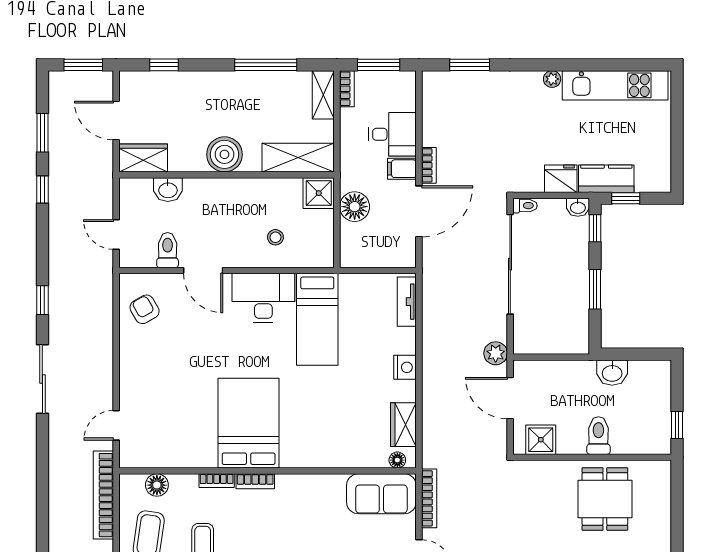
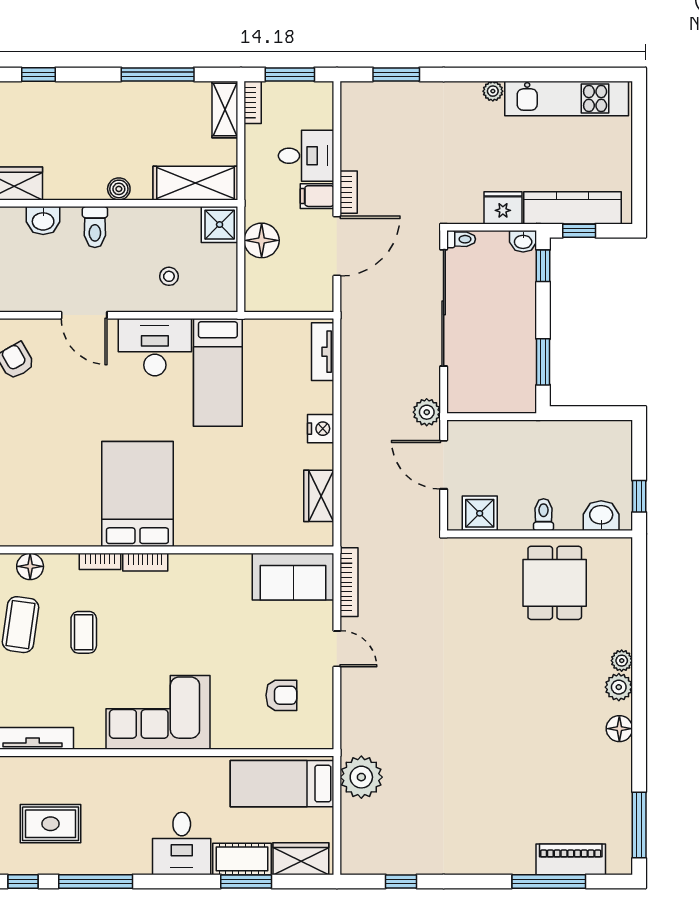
boiler: (224, 154) -> (119, 189), width x0.54, depth x0.54
kitchen counter: (606, 179) -> (573, 208), width x1.50
toilet: (168, 250) -> (95, 227), moved, turned 180
window: (595, 289) -> (543, 362), moved
washbasin: (612, 373) -> (601, 516), moved, turned 180
toilet: (598, 436) -> (544, 515), width x0.73, depth x0.72
floor lamp: (397, 460) -> (312, 537), removed

